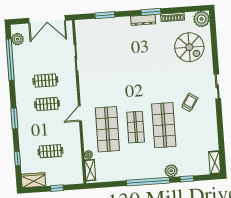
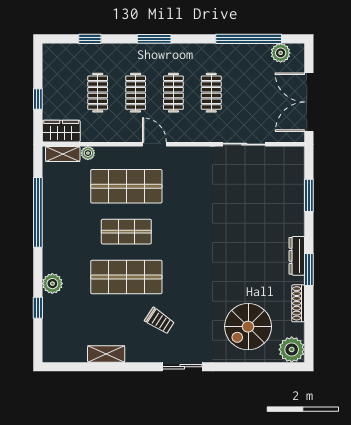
clothes rail: (49, 128) -> (136, 93), added
shelving: (215, 163) -> (106, 354), moved
wardrobe: (33, 180) -> (61, 131), moved, turned -90
window: (148, 182) -> (38, 212), moved

